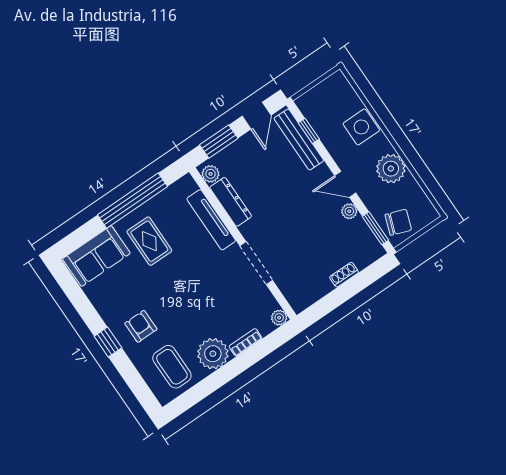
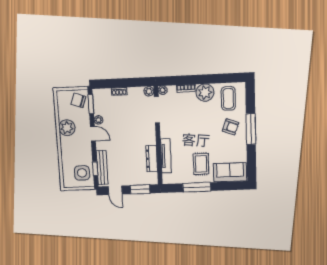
door: (257, 116) -> (115, 190), swing flipped
side table: (361, 127) -> (82, 173), moved
plant: (211, 174) -> (149, 91), moved
window: (132, 201) -> (197, 187), width x0.68
doorway: (256, 263) -> (157, 110), moved
armchair: (141, 326) -> (231, 127), turned -70
window: (108, 342) -> (251, 129), width x2.17

